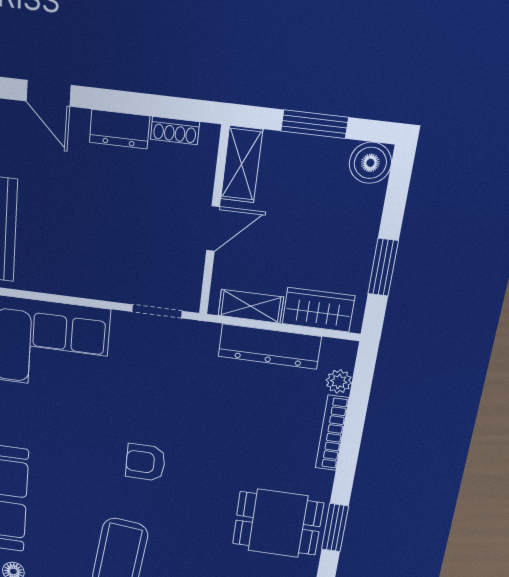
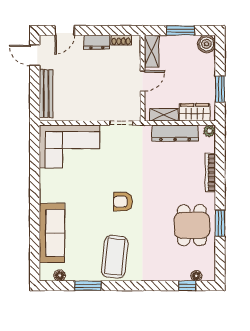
door: (49, 93) -> (65, 30), hinge flipped
plant: (339, 381) -> (209, 131), moved
dining table: (278, 523) -> (192, 225), turned 90

